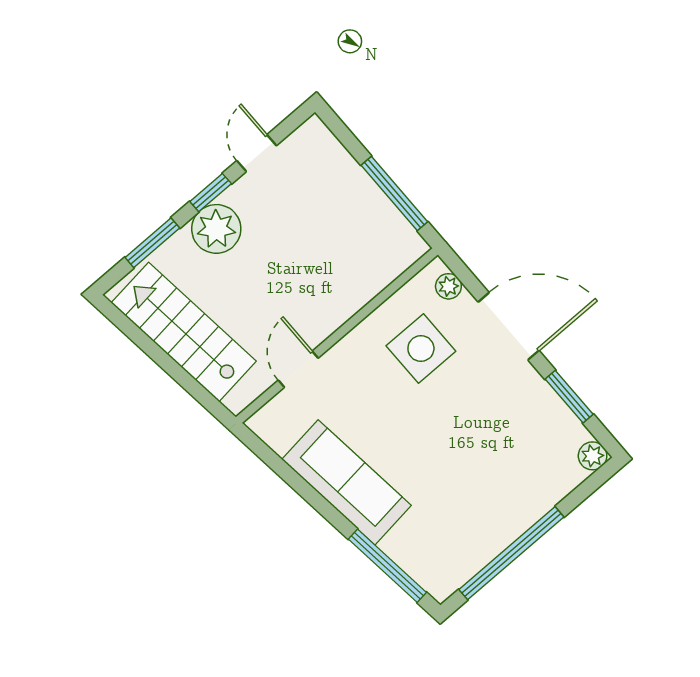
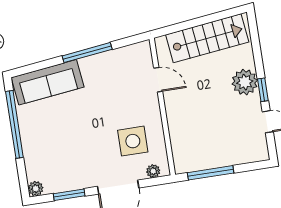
window: (152, 243) -> (257, 49), removed
sofa: (347, 482) -> (48, 82), moved
window: (387, 566) -> (87, 53), moved

